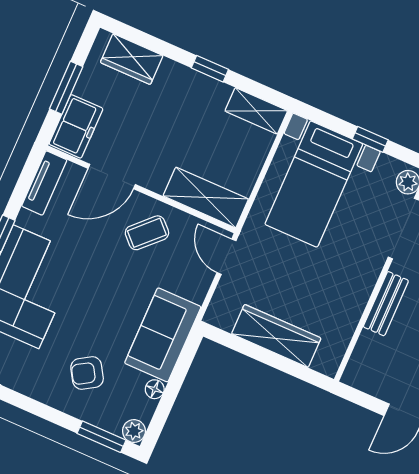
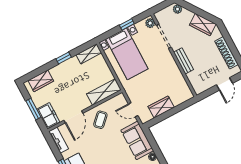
door: (226, 257) -> (133, 110), moved
wardrobe: (276, 336) -> (161, 107), width x0.67

